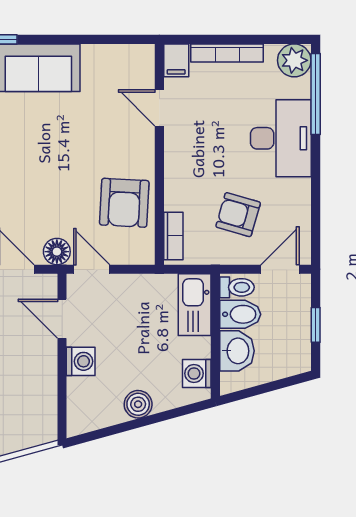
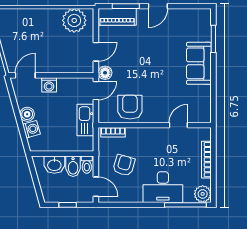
filing cabinet: (176, 60) -> (203, 134), removed
armchair: (124, 203) -> (130, 107), turned 87
kitchen sink: (195, 305) -> (85, 120), moved, turned -90
door: (62, 319) -> (25, 75), moved
washing machine: (197, 373) -> (31, 129), moved, turned 75

